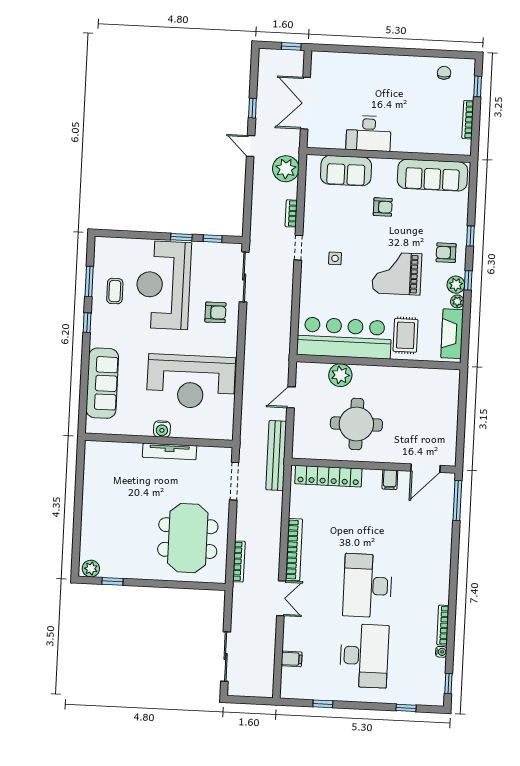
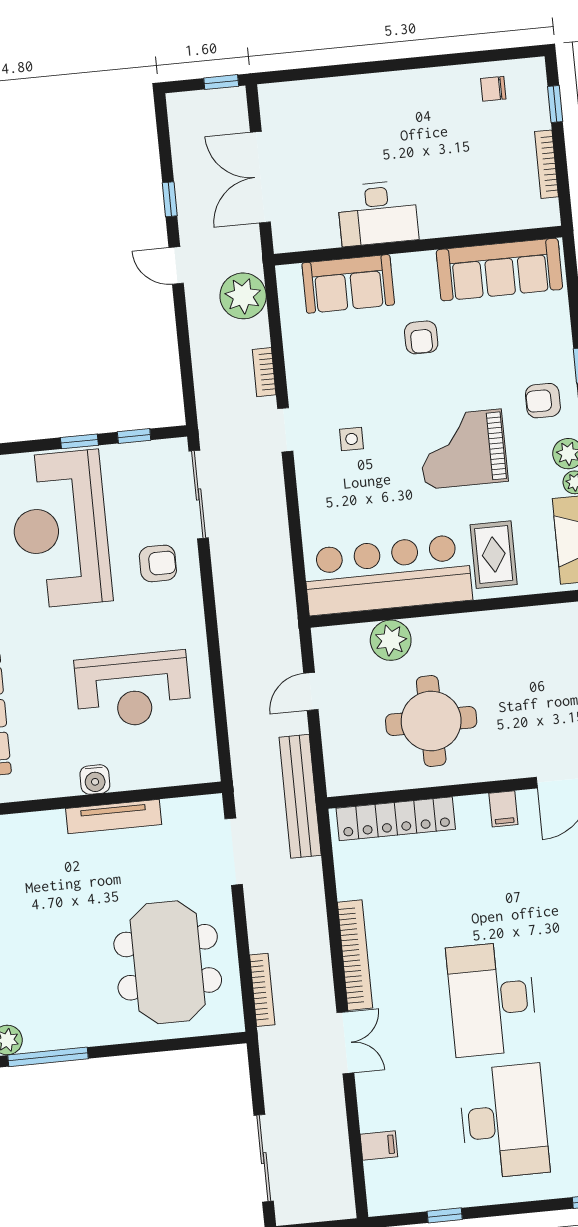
chair: (444, 73) -> (493, 89), turned -90
armchair: (383, 207) -> (421, 337), turned 90
reception desk: (191, 382) -> (133, 690), width x0.74, depth x0.77
window: (112, 581) -> (48, 1057), width x2.17

